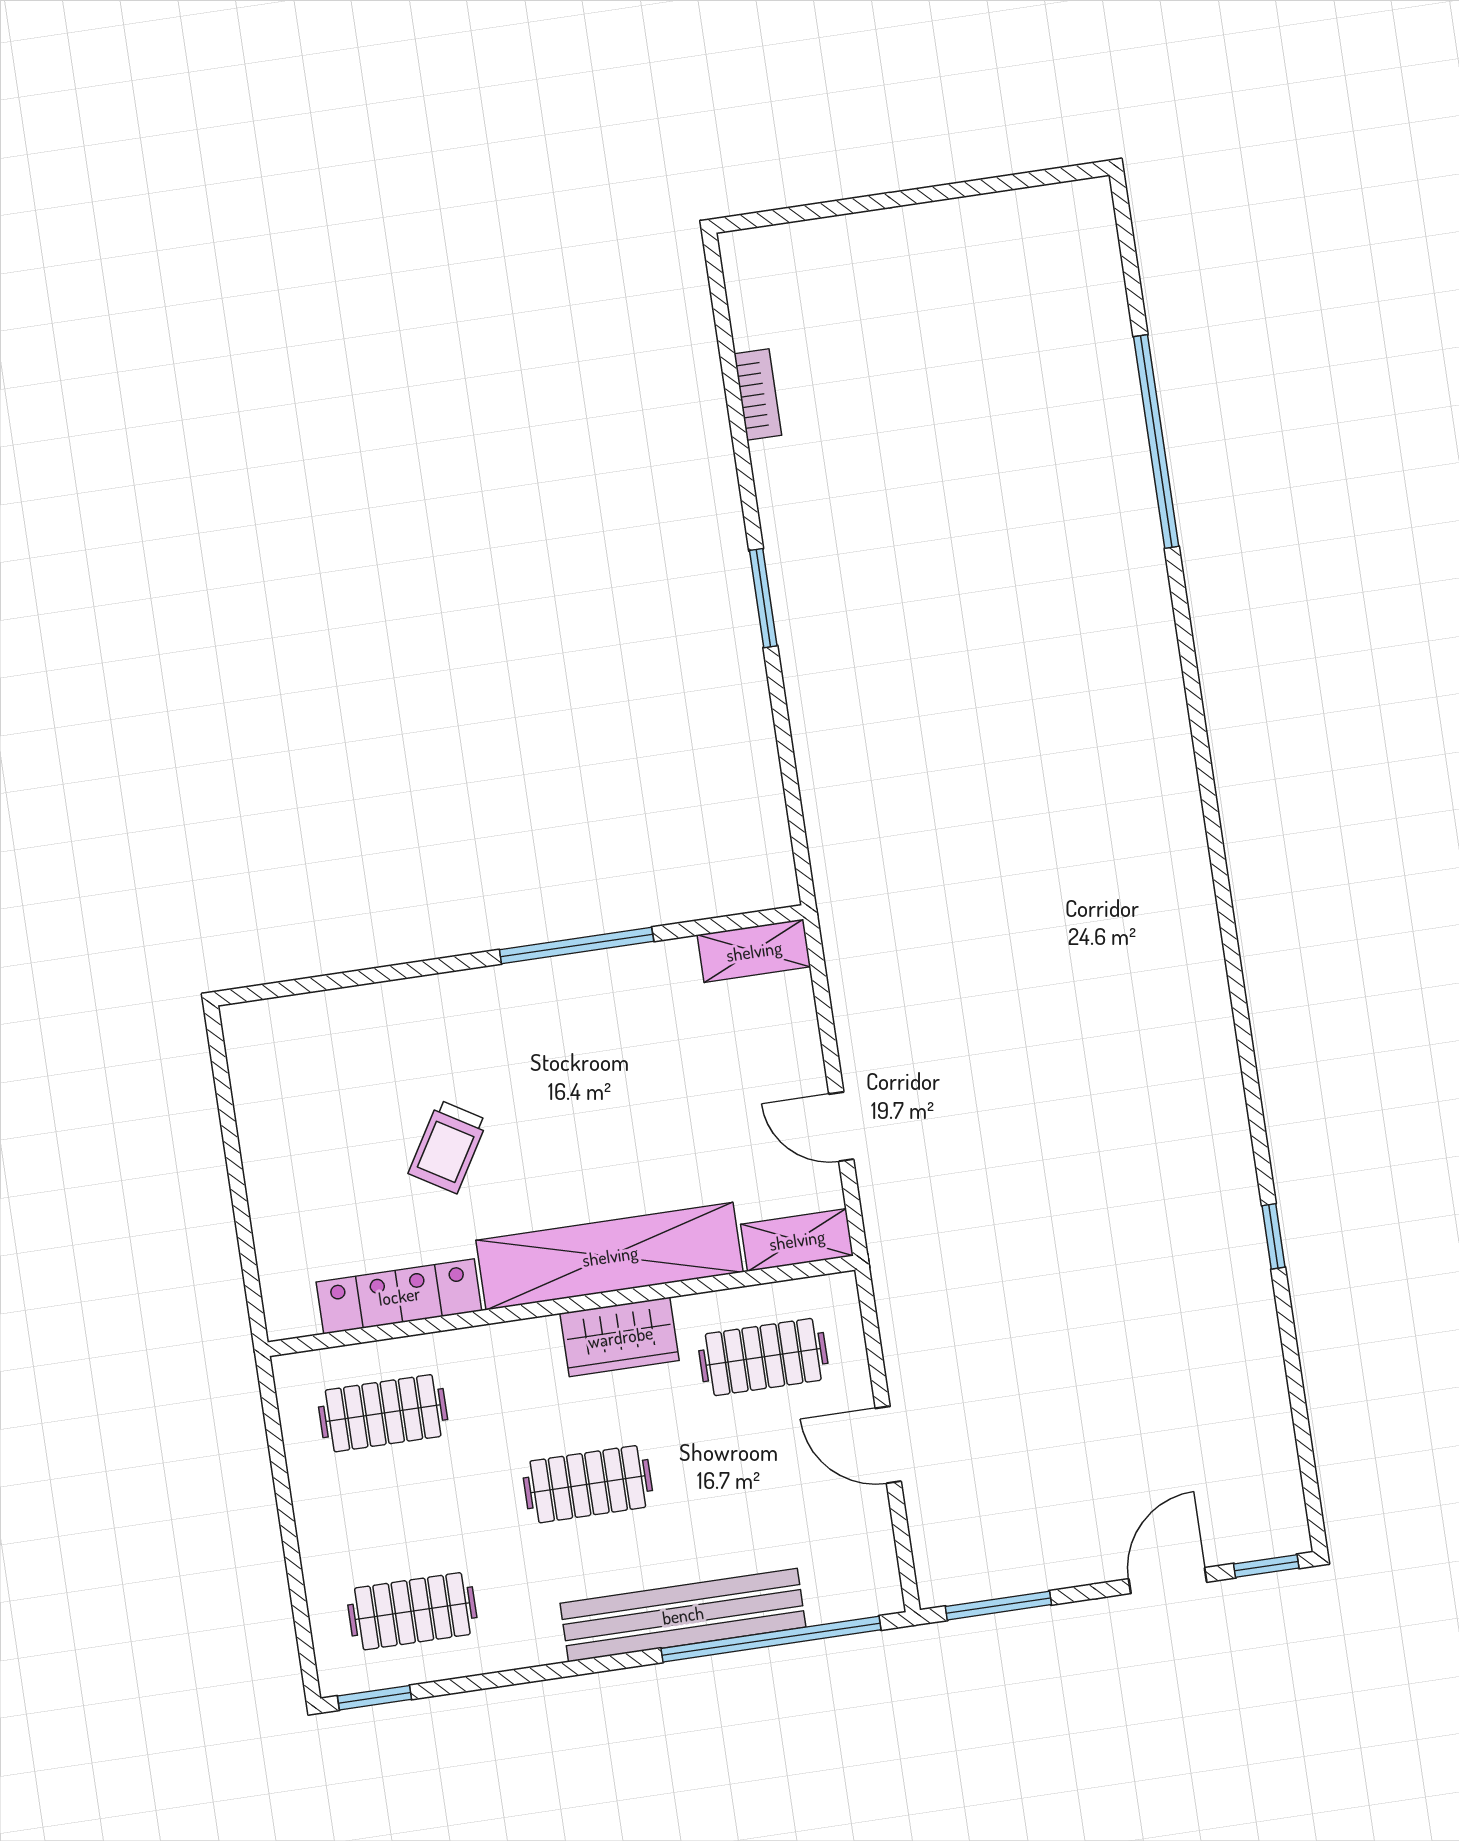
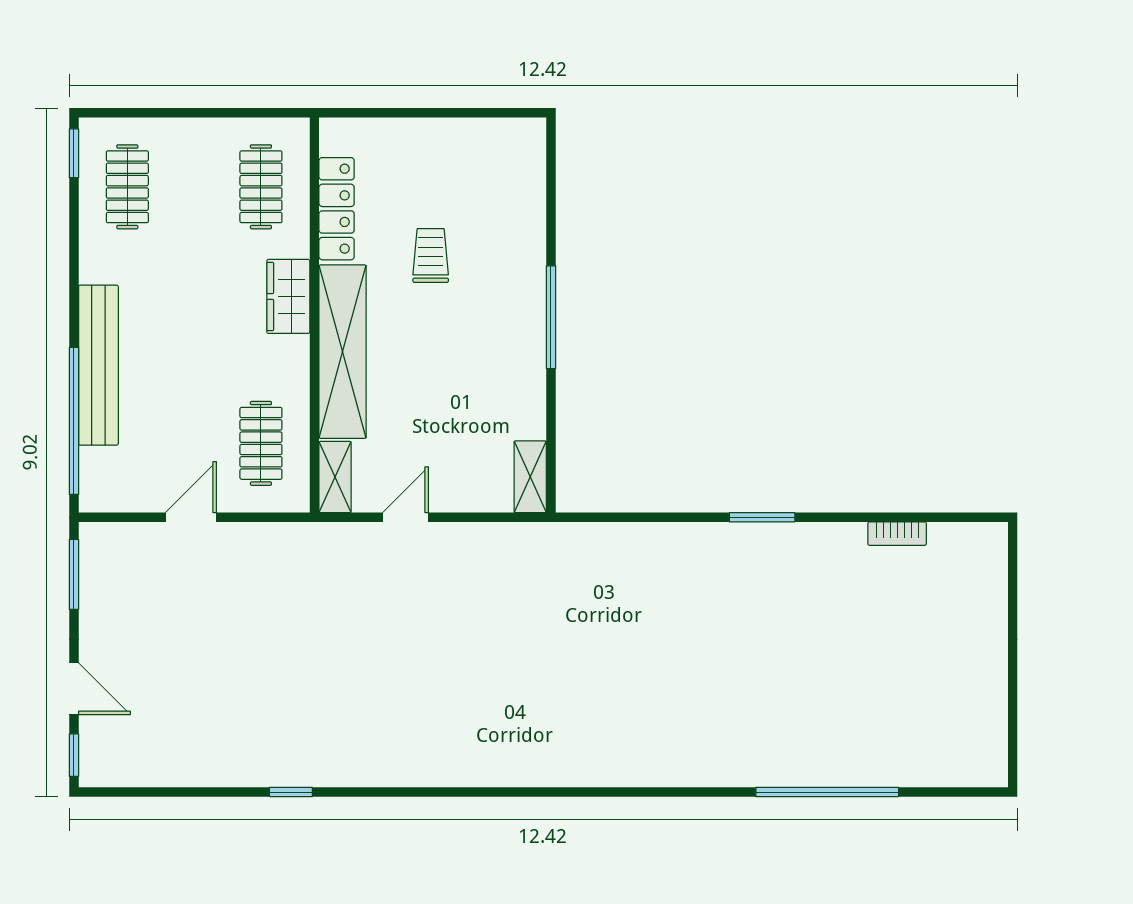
window: (577, 946) -> (551, 317), moved
trolley: (448, 1147) -> (431, 256), turned 59
wardrobe: (620, 1337) -> (288, 296), moved
clothes rail: (588, 1484) -> (194, 315), removed

